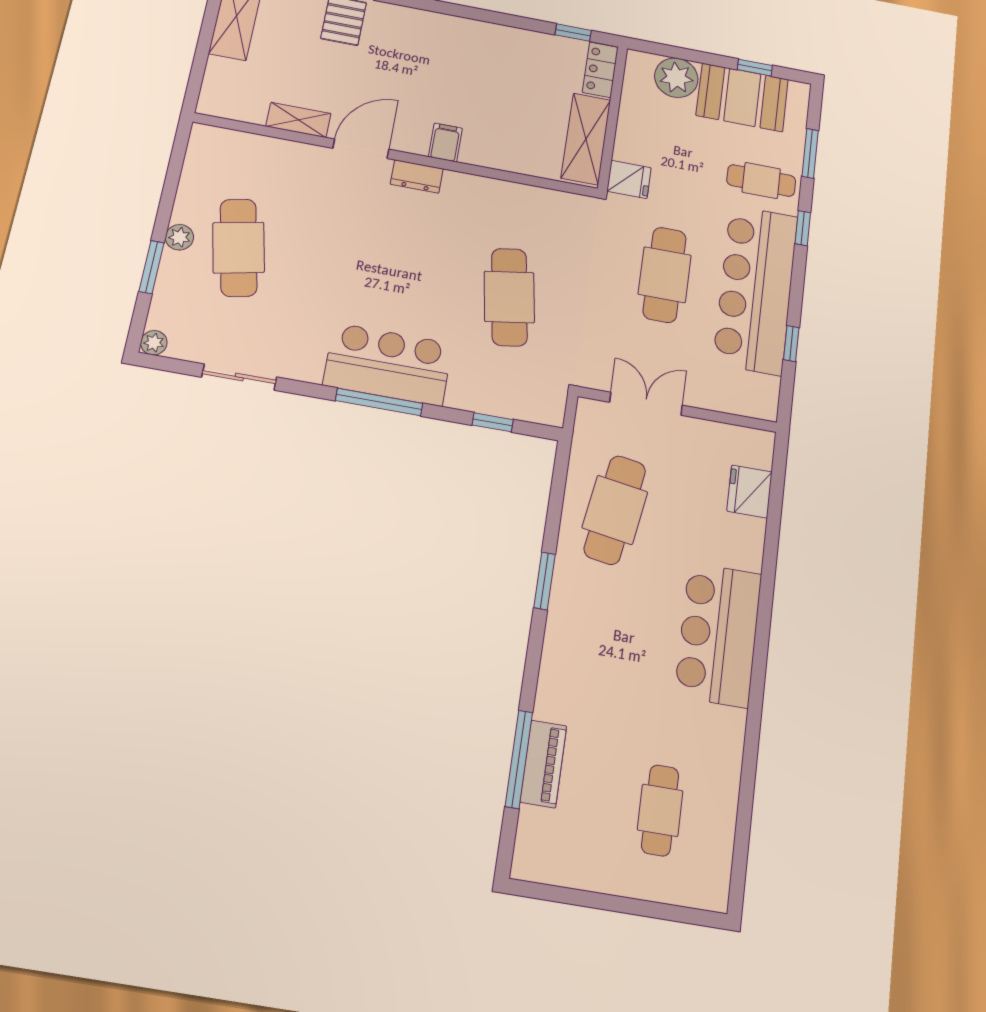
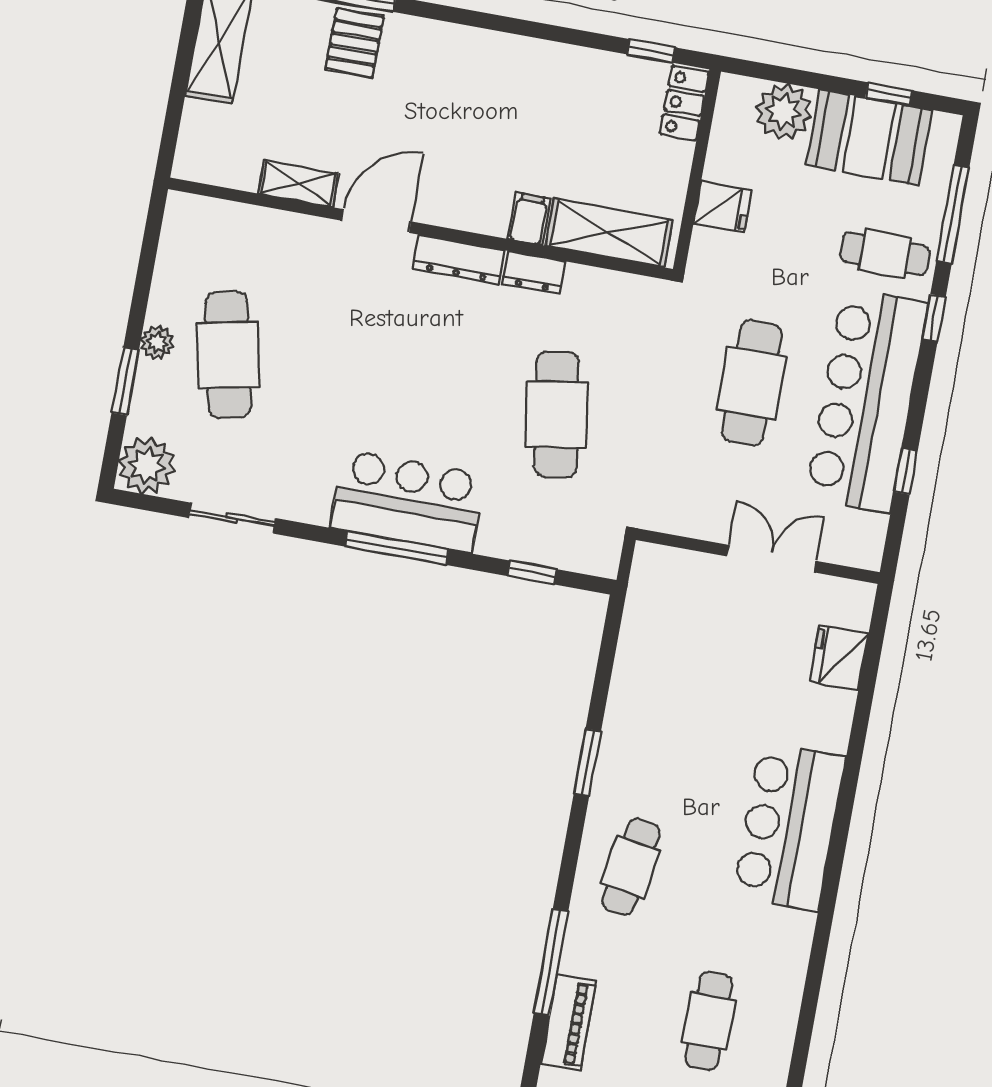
shelving: (586, 139) -> (609, 233), moved, turned 90
filing cabinet: (445, 142) -> (529, 219), moved
window: (810, 153) -> (953, 215), width x1.44
dresser: (417, 176) -> (458, 259), width x1.44
fridge: (629, 179) -> (723, 207), moved
dresser: (488, 189) -> (534, 273), added
plant: (154, 343) -> (147, 466), width x1.88, depth x1.88
double door: (646, 404) -> (771, 559), moved
cafe table: (615, 510) -> (631, 867), moved, width x0.73, depth x0.74
piano: (543, 764) -> (569, 1023), moved

